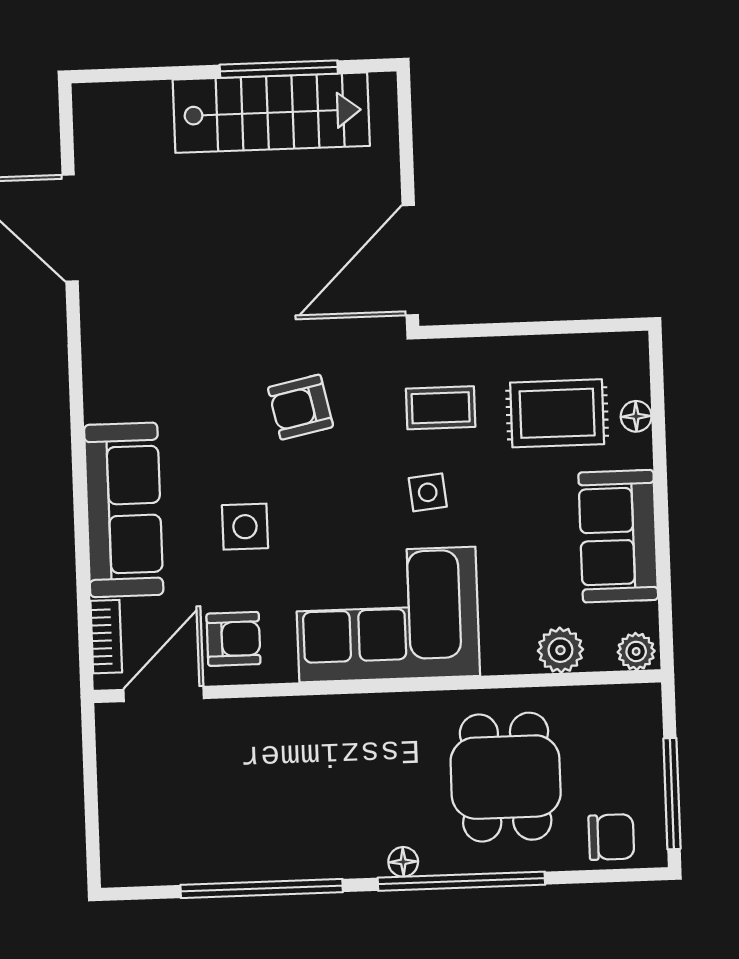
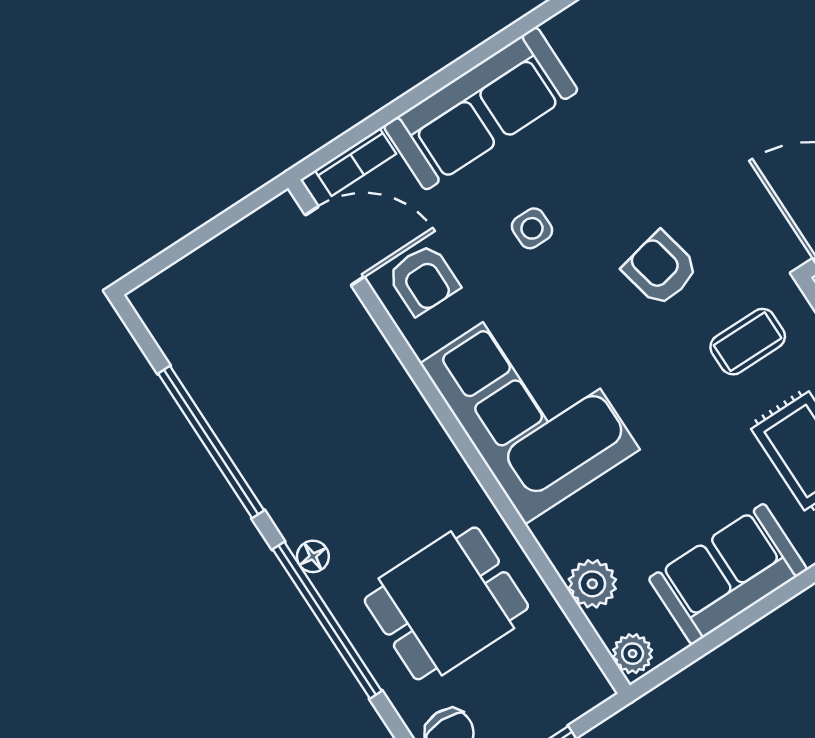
armchair: (301, 407) -> (661, 269), moved
coffee table: (441, 408) -> (748, 342), turned 90
side table: (428, 492) -> (663, 376), removed
side table: (245, 527) -> (532, 228), width x0.73, depth x0.73

